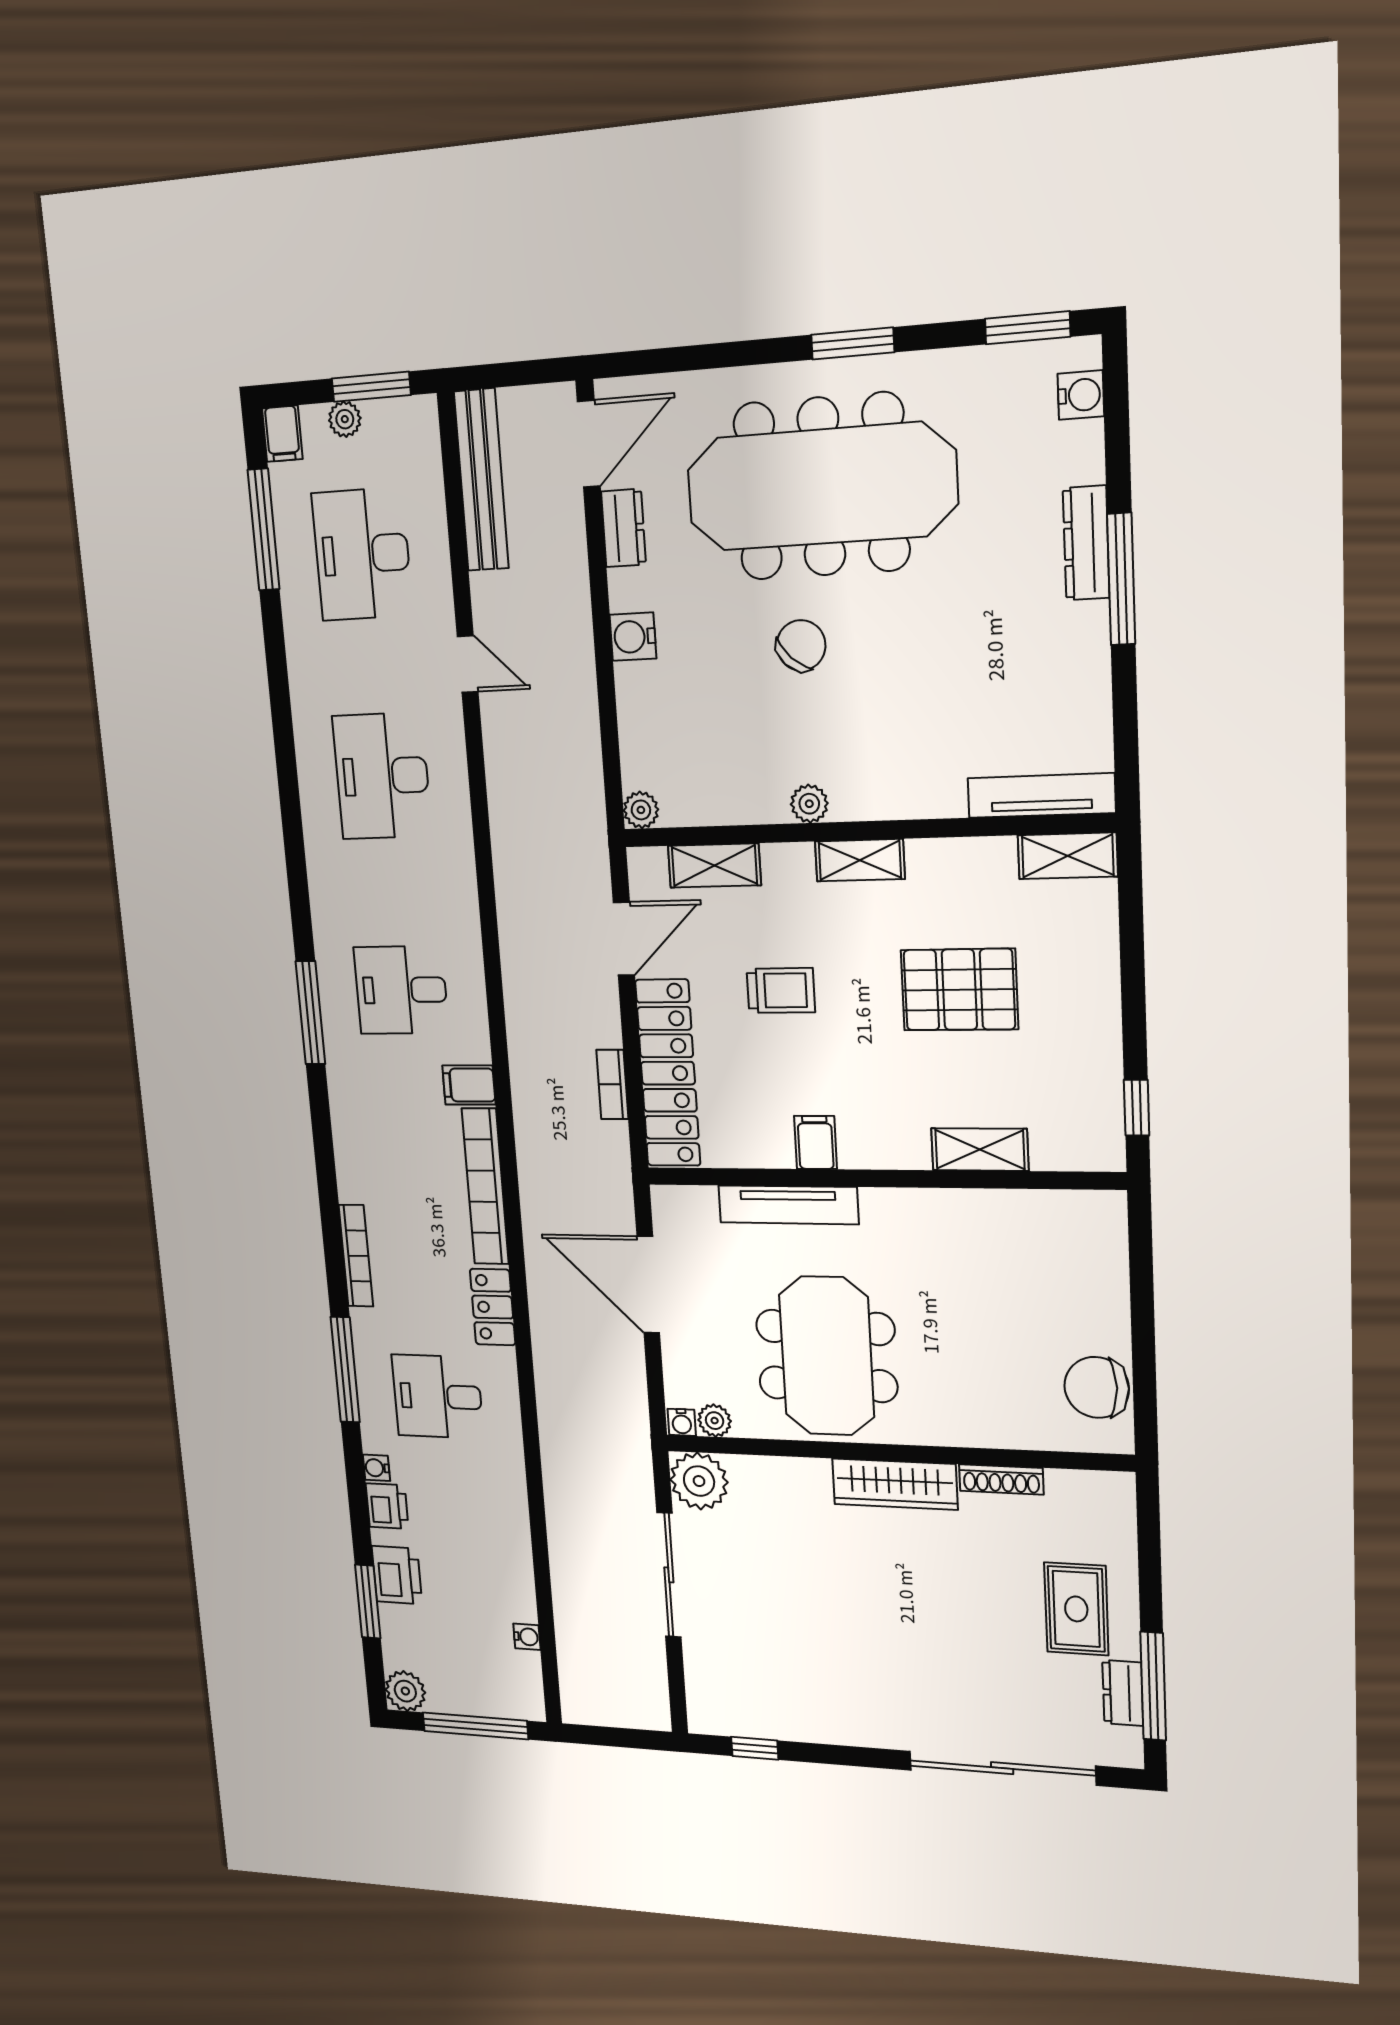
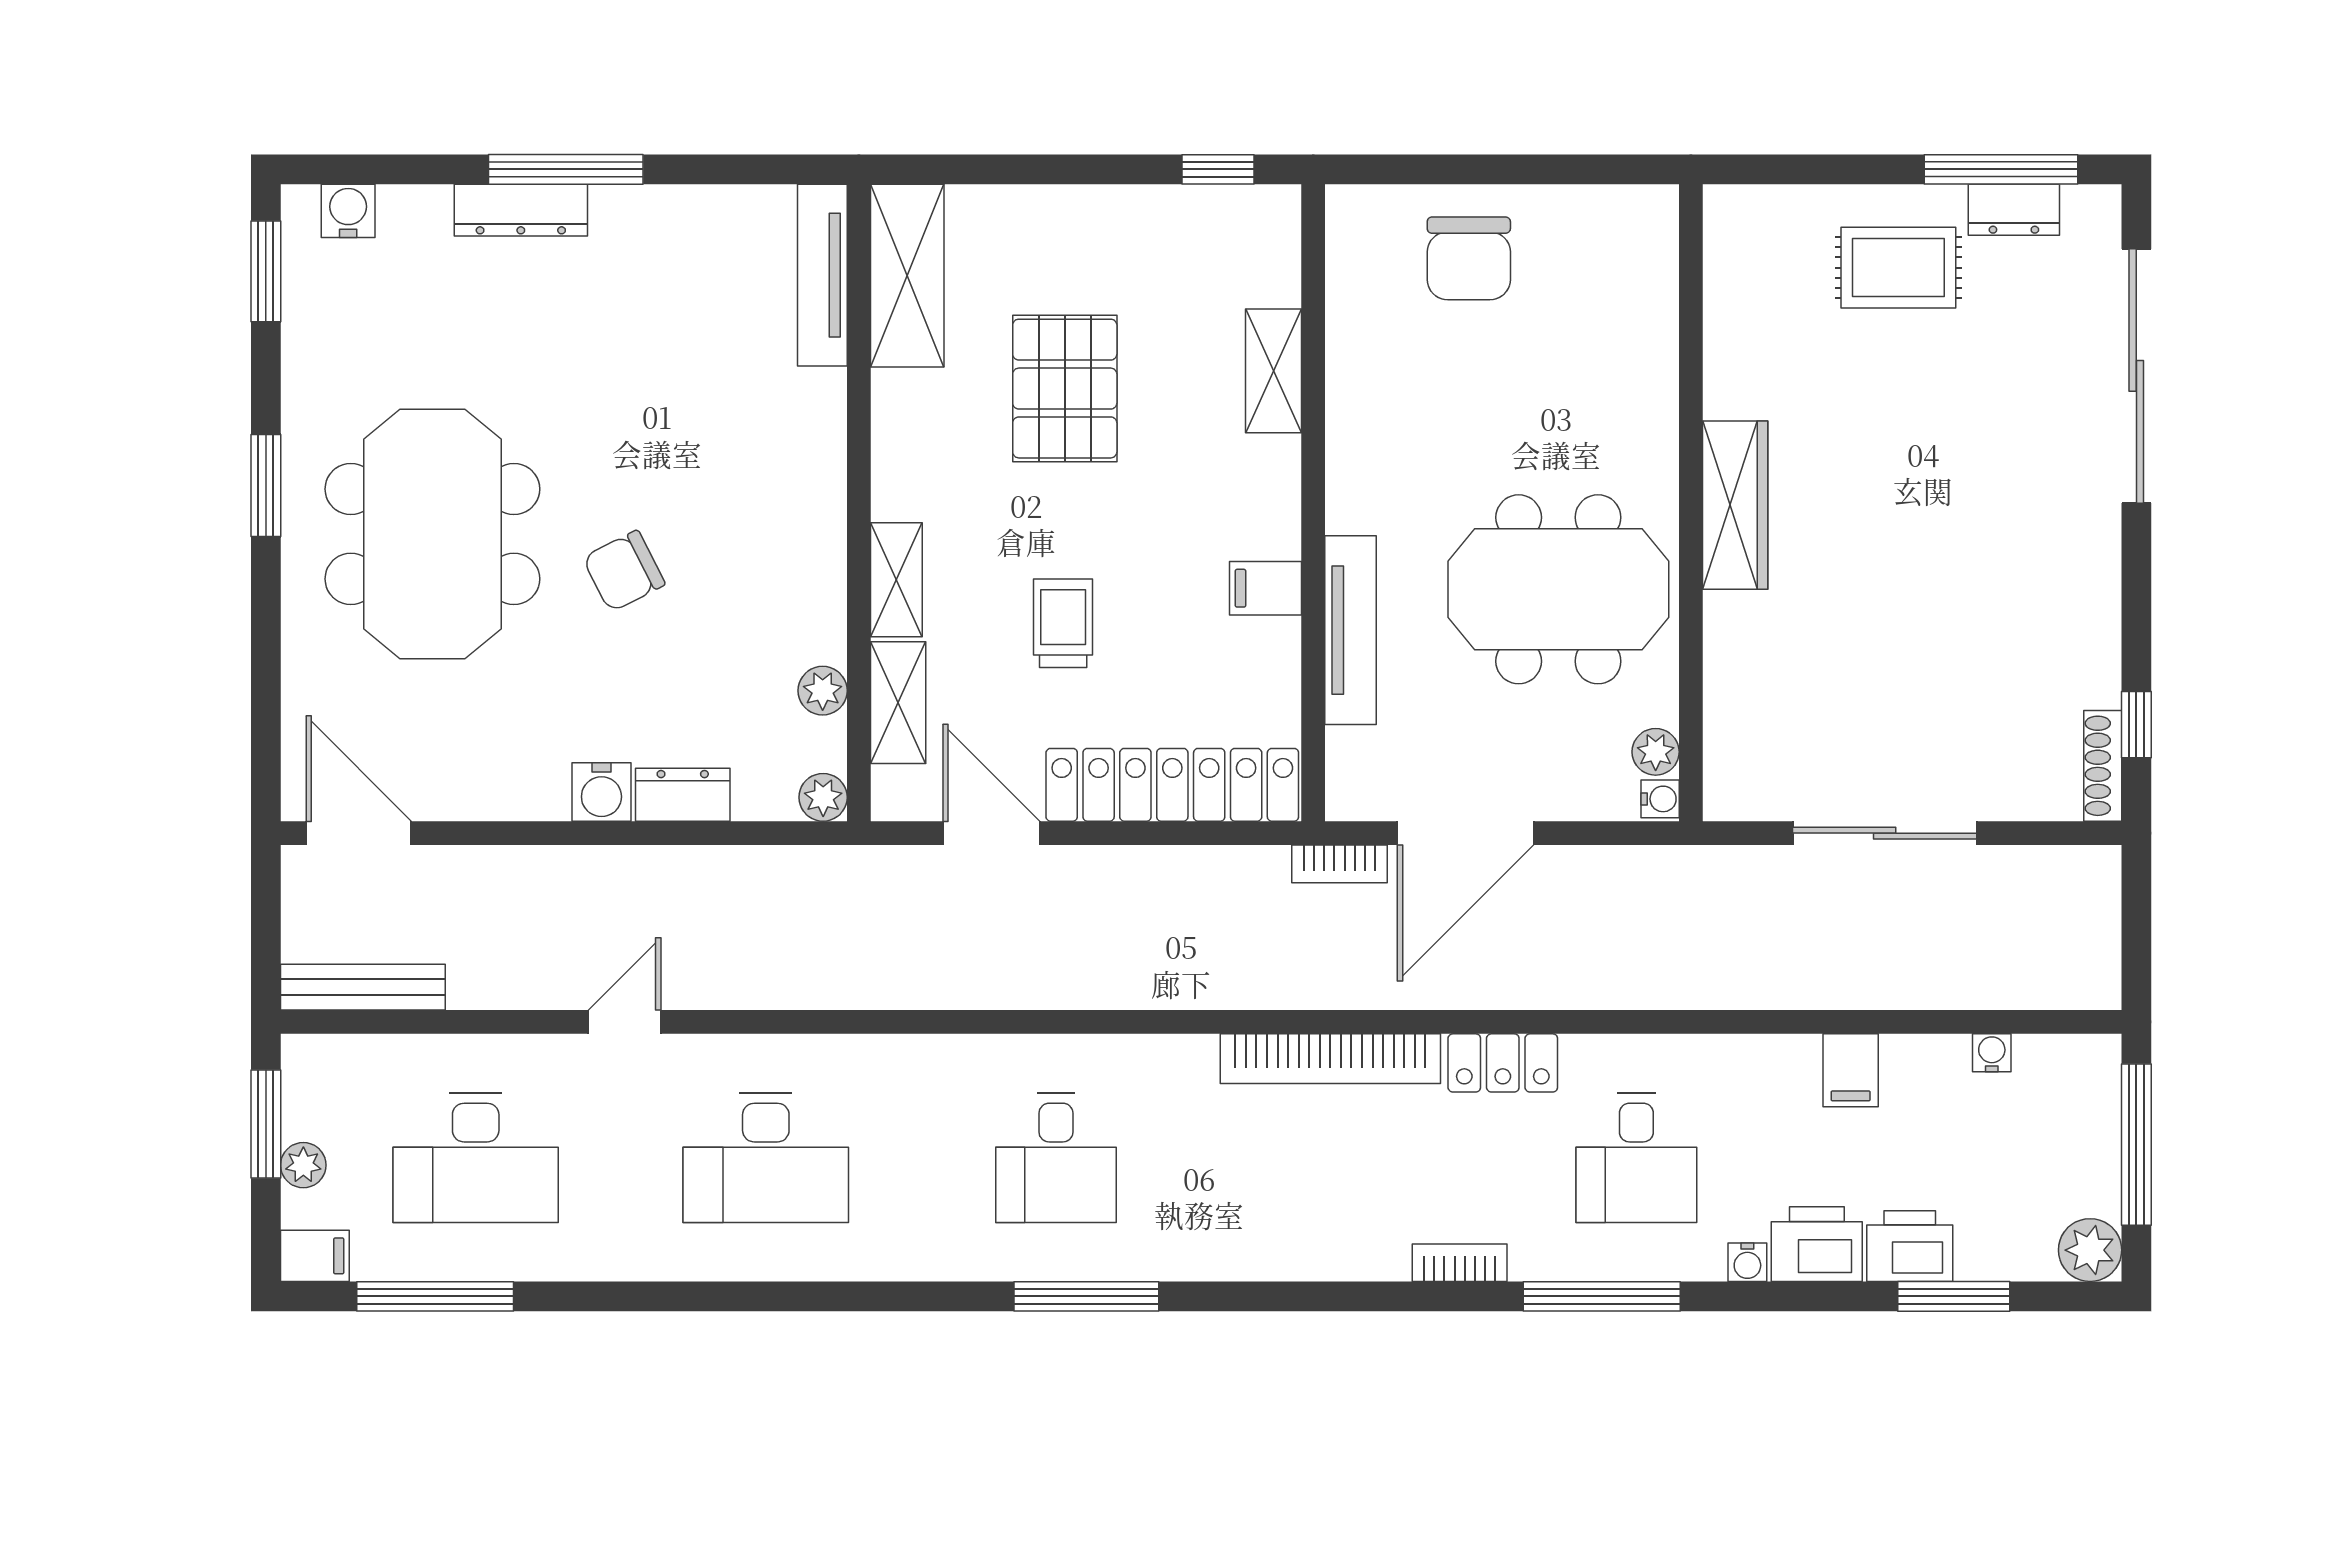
bench: (481, 480) -> (363, 987), width x0.73, depth x0.82
meeting table: (821, 487) -> (432, 534), width x0.73
dresser: (623, 528) -> (683, 795), moved
chair: (801, 645) -> (624, 571), turned -70
plant: (809, 804) -> (823, 691), moved
shelving: (1068, 856) -> (907, 276), width x1.50, depth x1.33
shelving: (860, 860) -> (896, 580), moved
bookcase: (612, 1084) -> (1339, 864), moved
filing cabinet: (469, 1085) -> (1851, 1070), moved
bookcase: (356, 1256) -> (1460, 1263), width x0.64
chair: (1097, 1387) -> (1469, 258), moved
shoe rack: (1001, 1479) -> (2103, 766), moved, turned 180
plant: (699, 1481) -> (1744, 780), removed
printer: (387, 1506) -> (1817, 1244), width x1.36, depth x1.24

